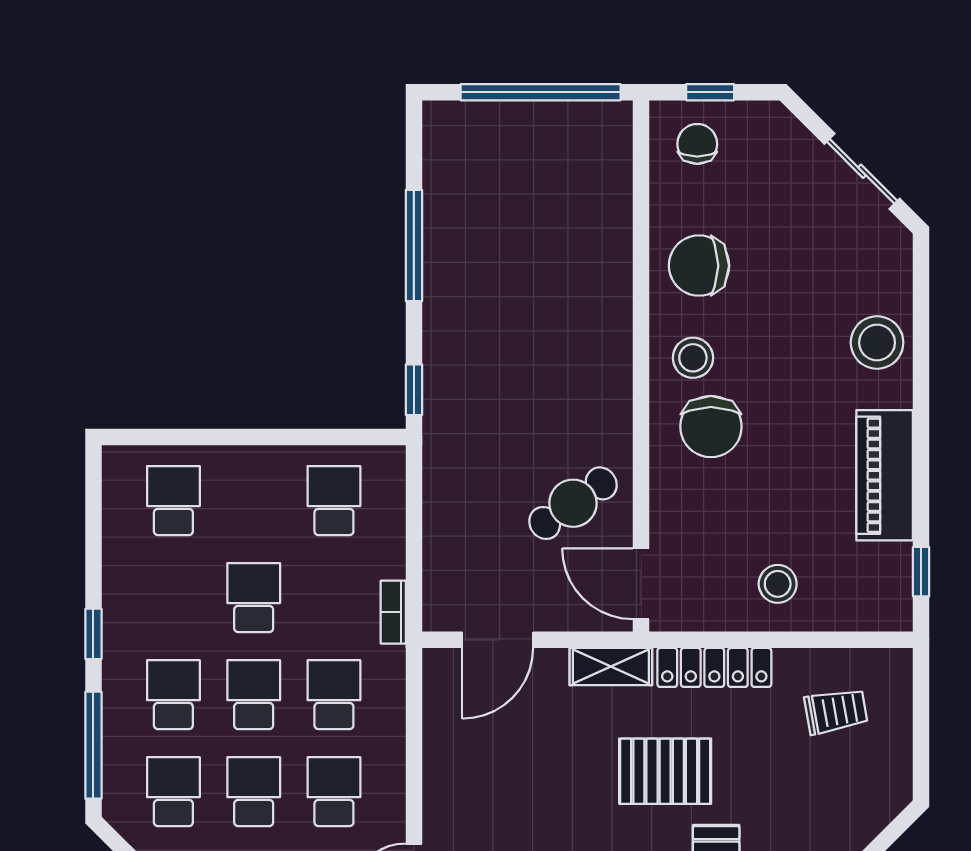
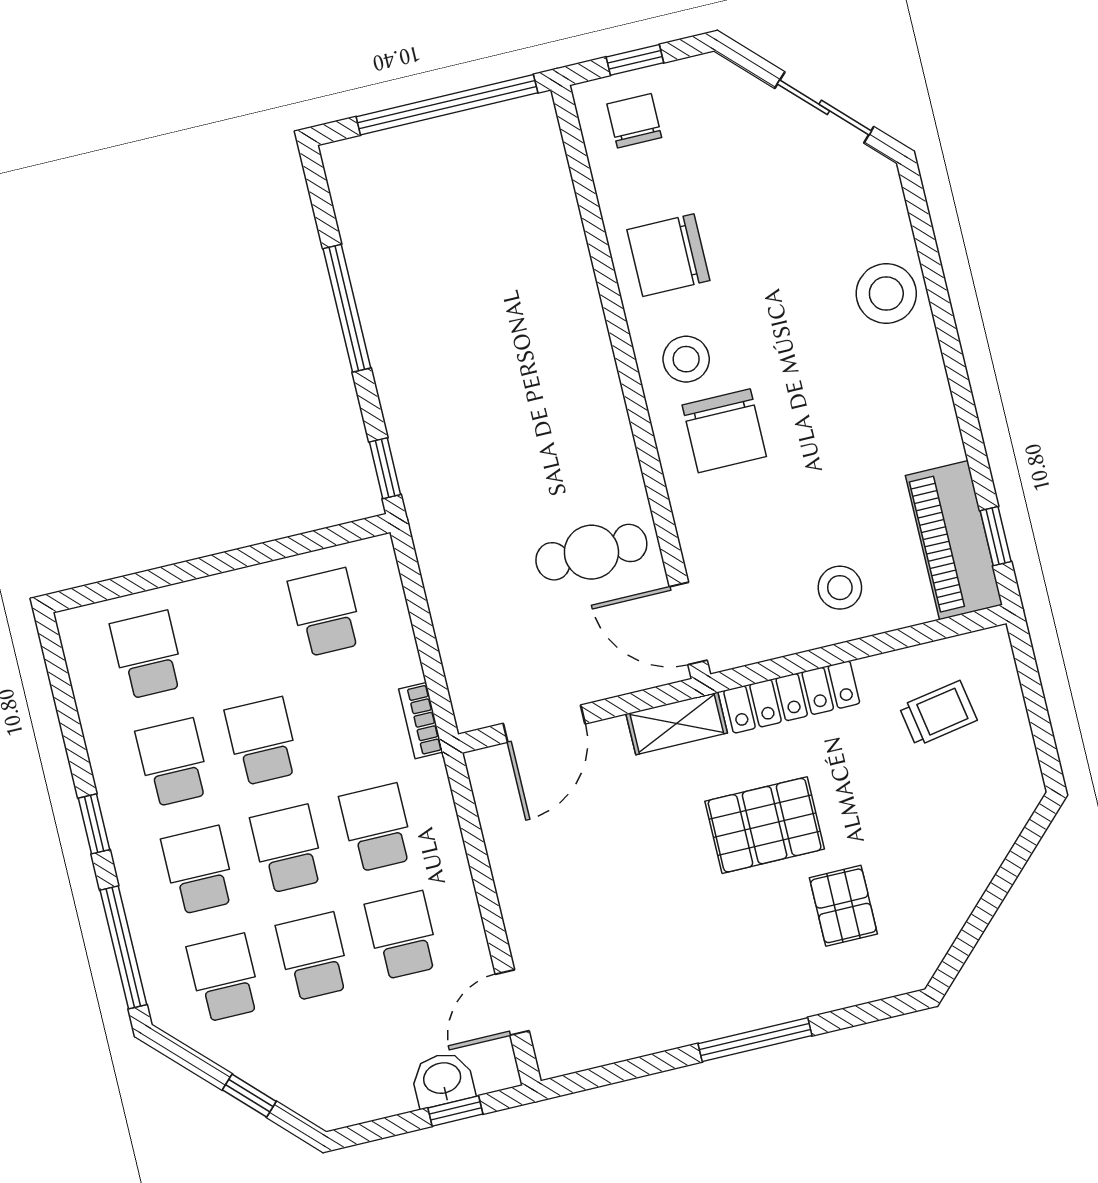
piano: (885, 475) -> (954, 540), moved
cafe table: (573, 503) -> (591, 552), turned 35
school desk: (173, 598) -> (173, 763), added

